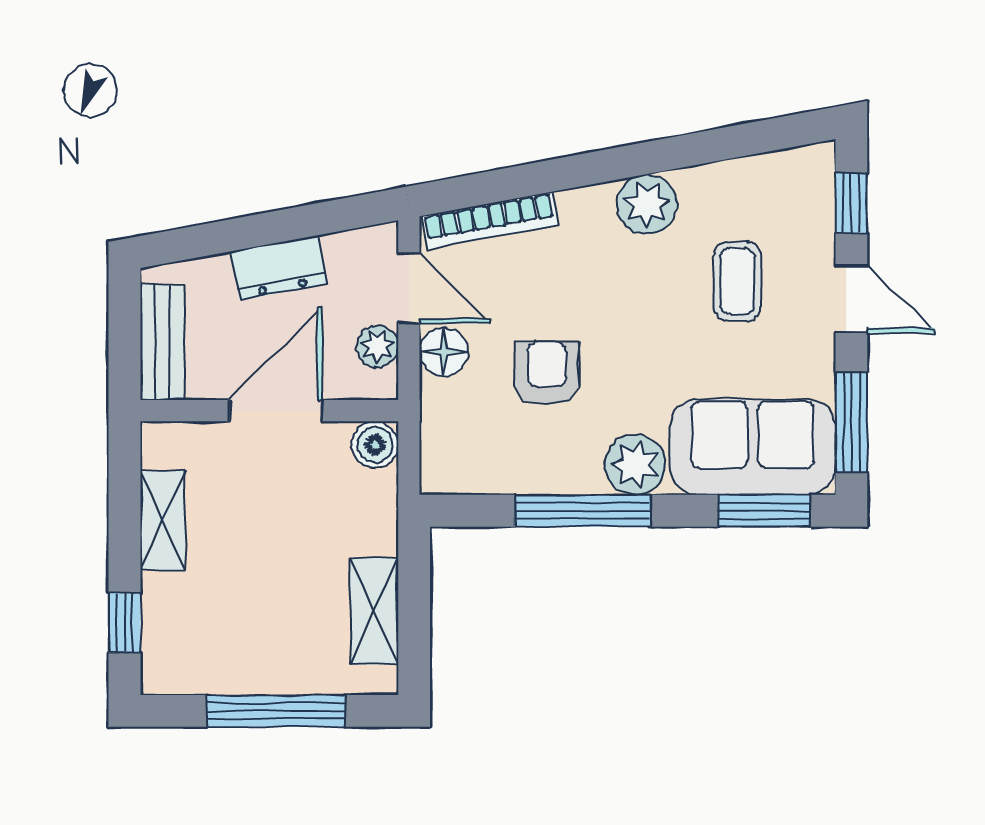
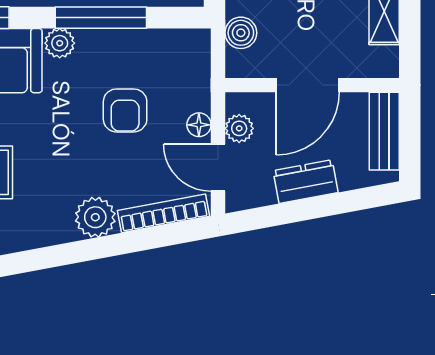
plant: (647, 204) -> (95, 217), moved
floor lamp: (444, 352) -> (199, 125), width x0.73, depth x0.73
boiler: (375, 445) -> (241, 33), moved
plant: (635, 465) -> (60, 43), width x0.73, depth x0.73

